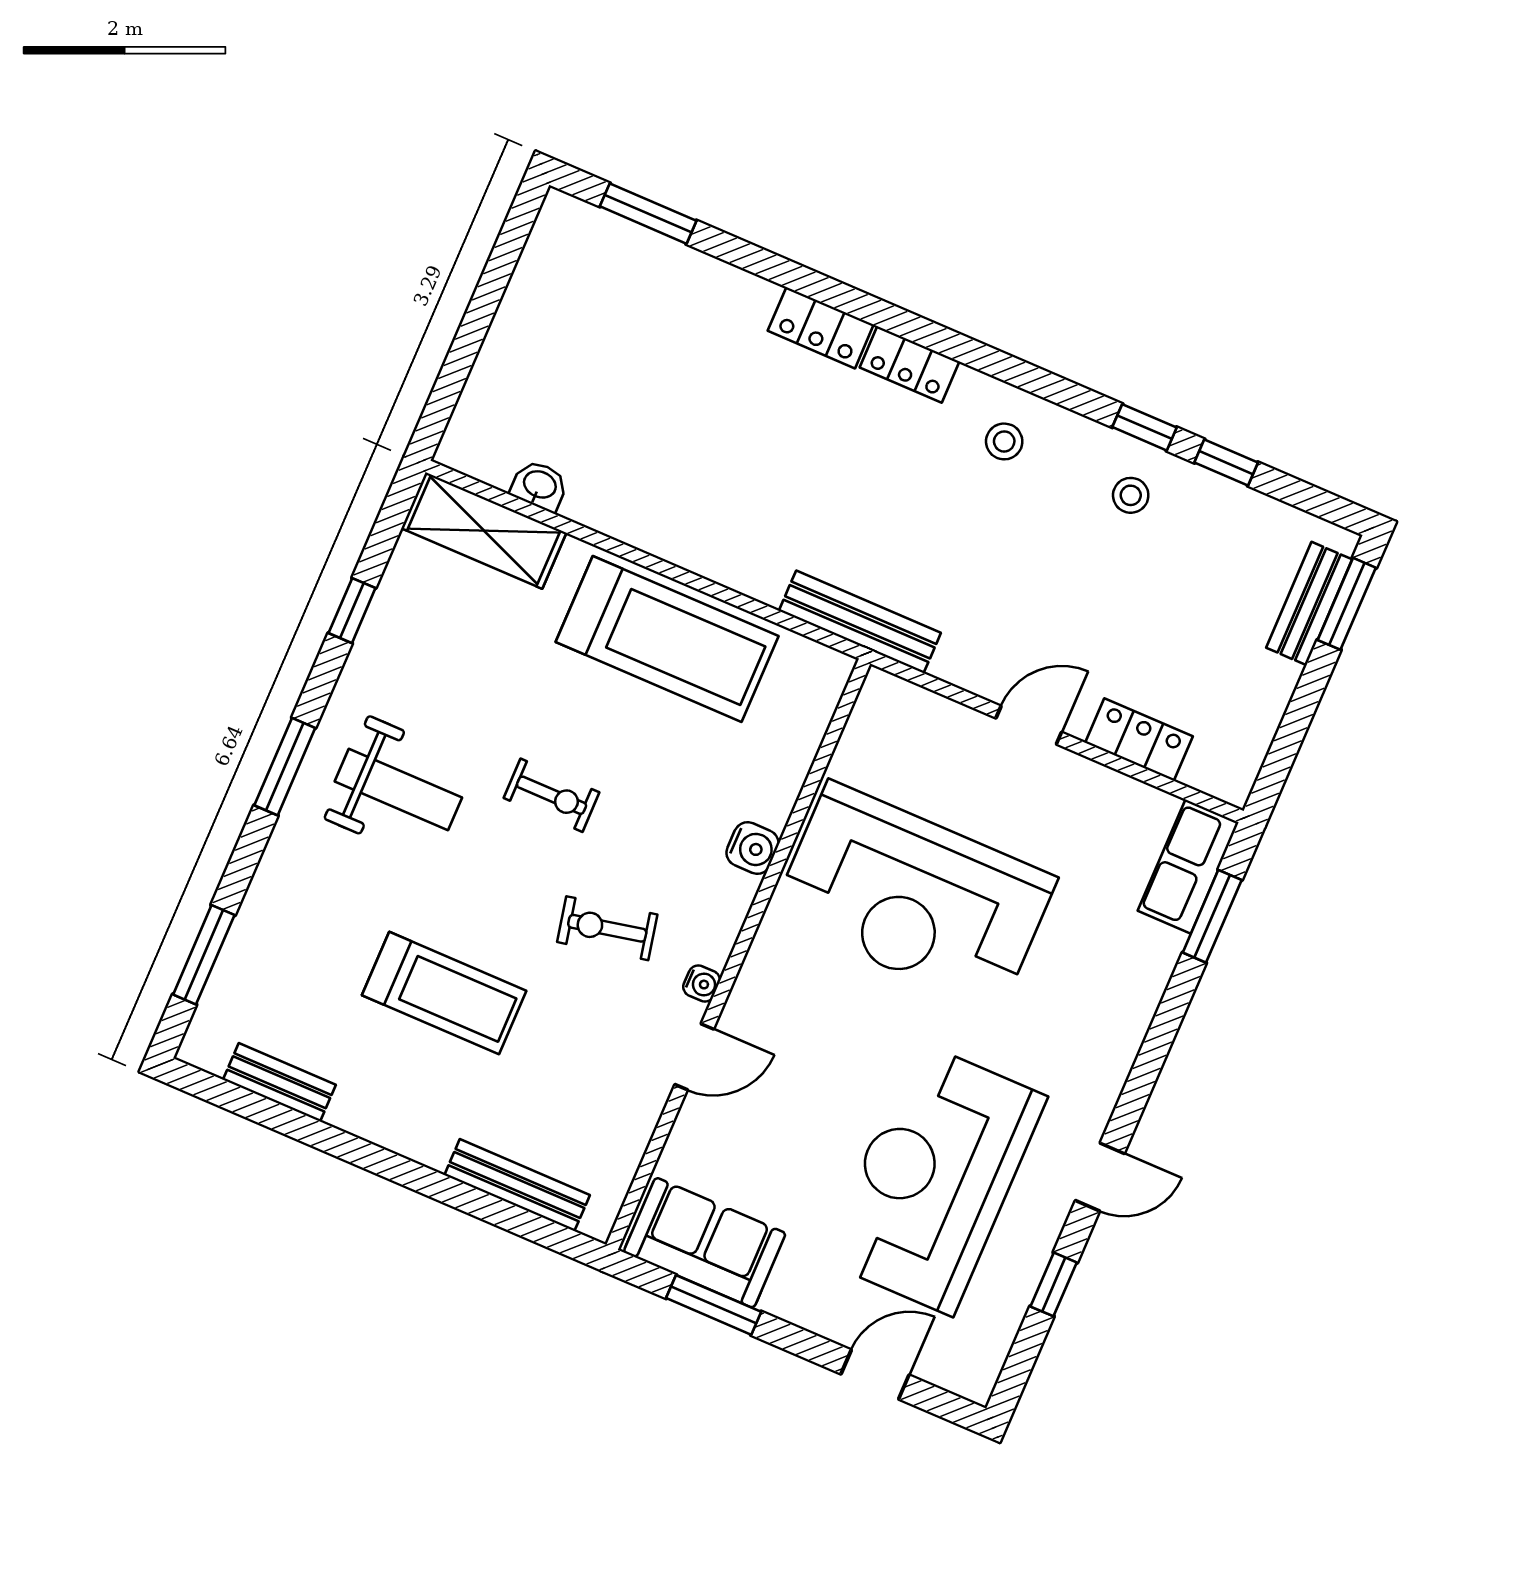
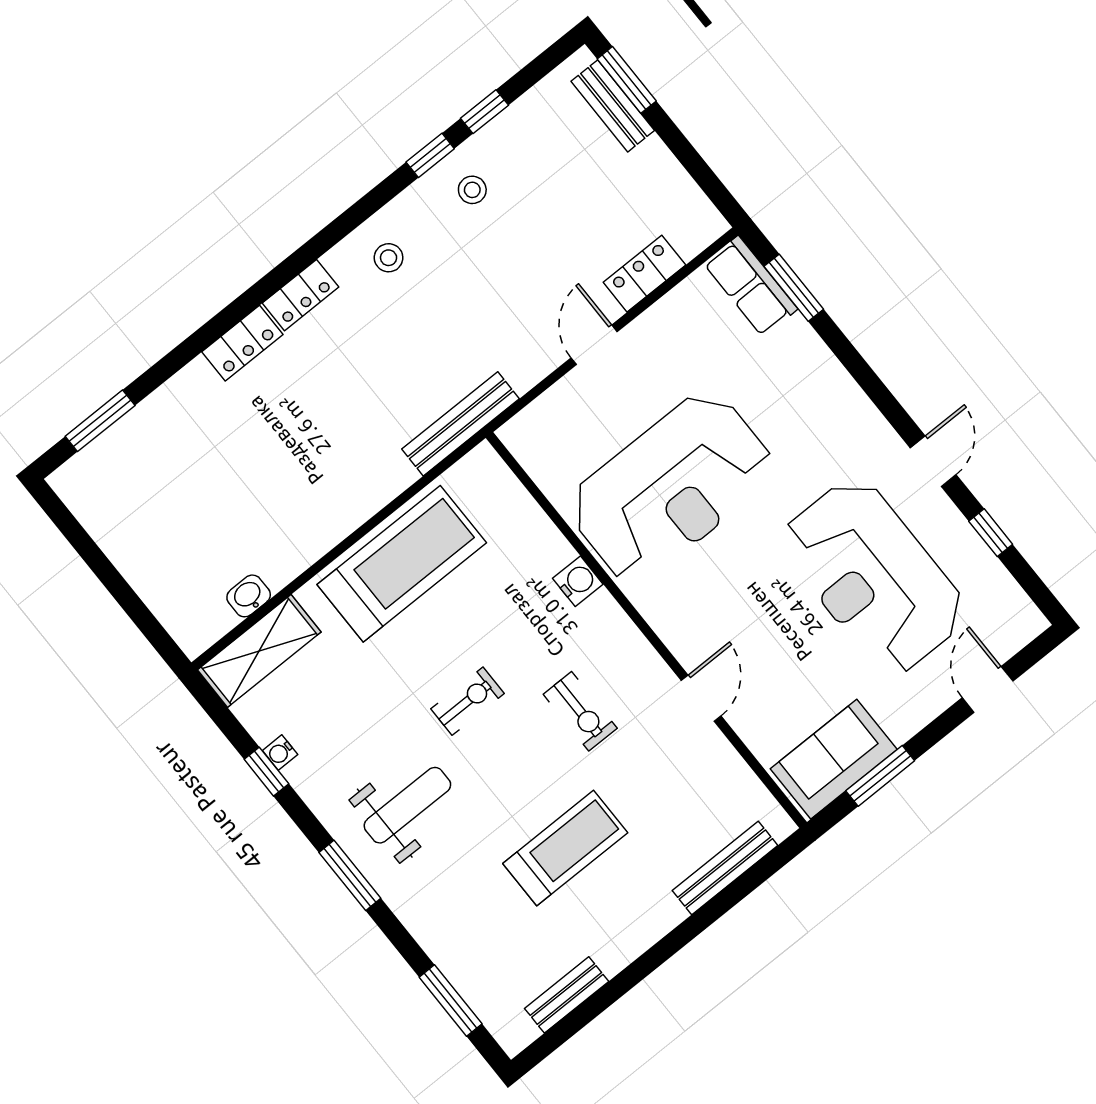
exercise bike: (607, 928) -> (580, 711), turned -78
water cooler: (702, 984) -> (280, 753), moved, turned 180

